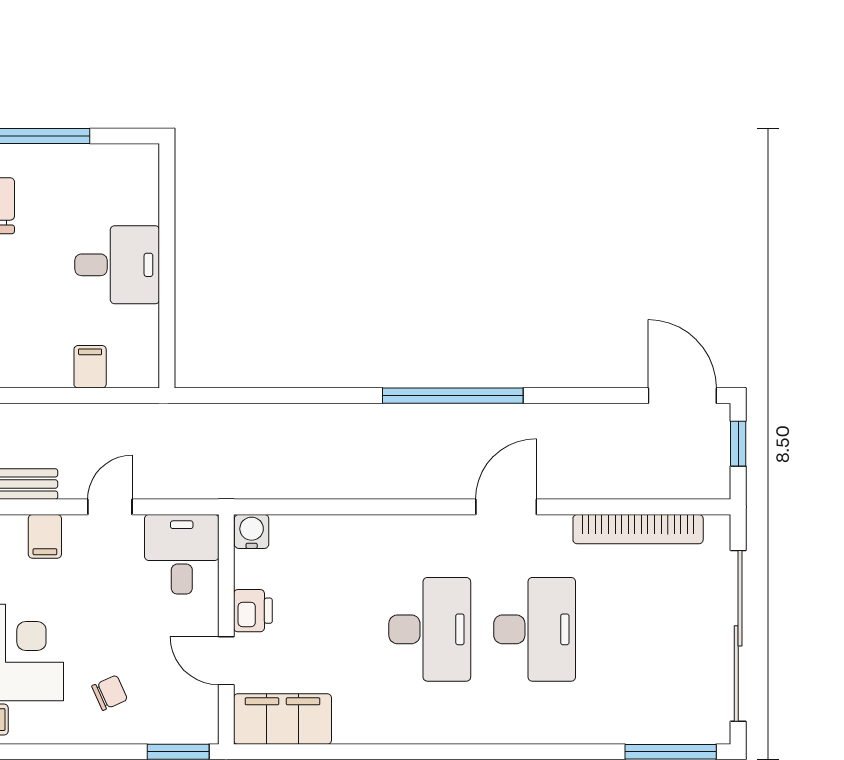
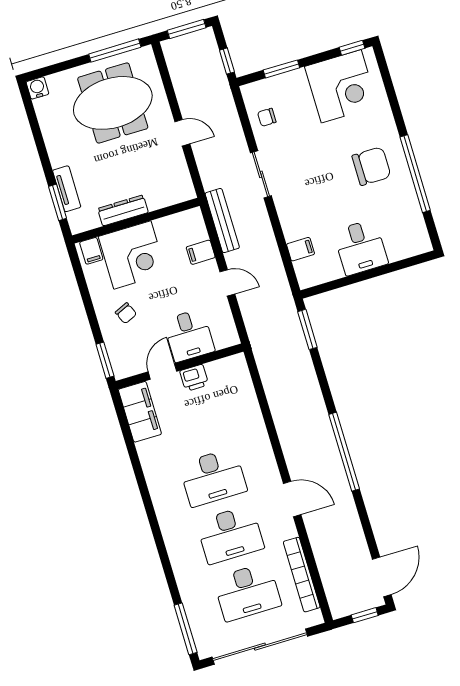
window: (229, 396) -> (307, 329), added
water cooler: (252, 531) -> (237, 364), removed
desk: (182, 554) -> (189, 335), moved, turned 90
desk: (640, 629) -> (247, 592), added

